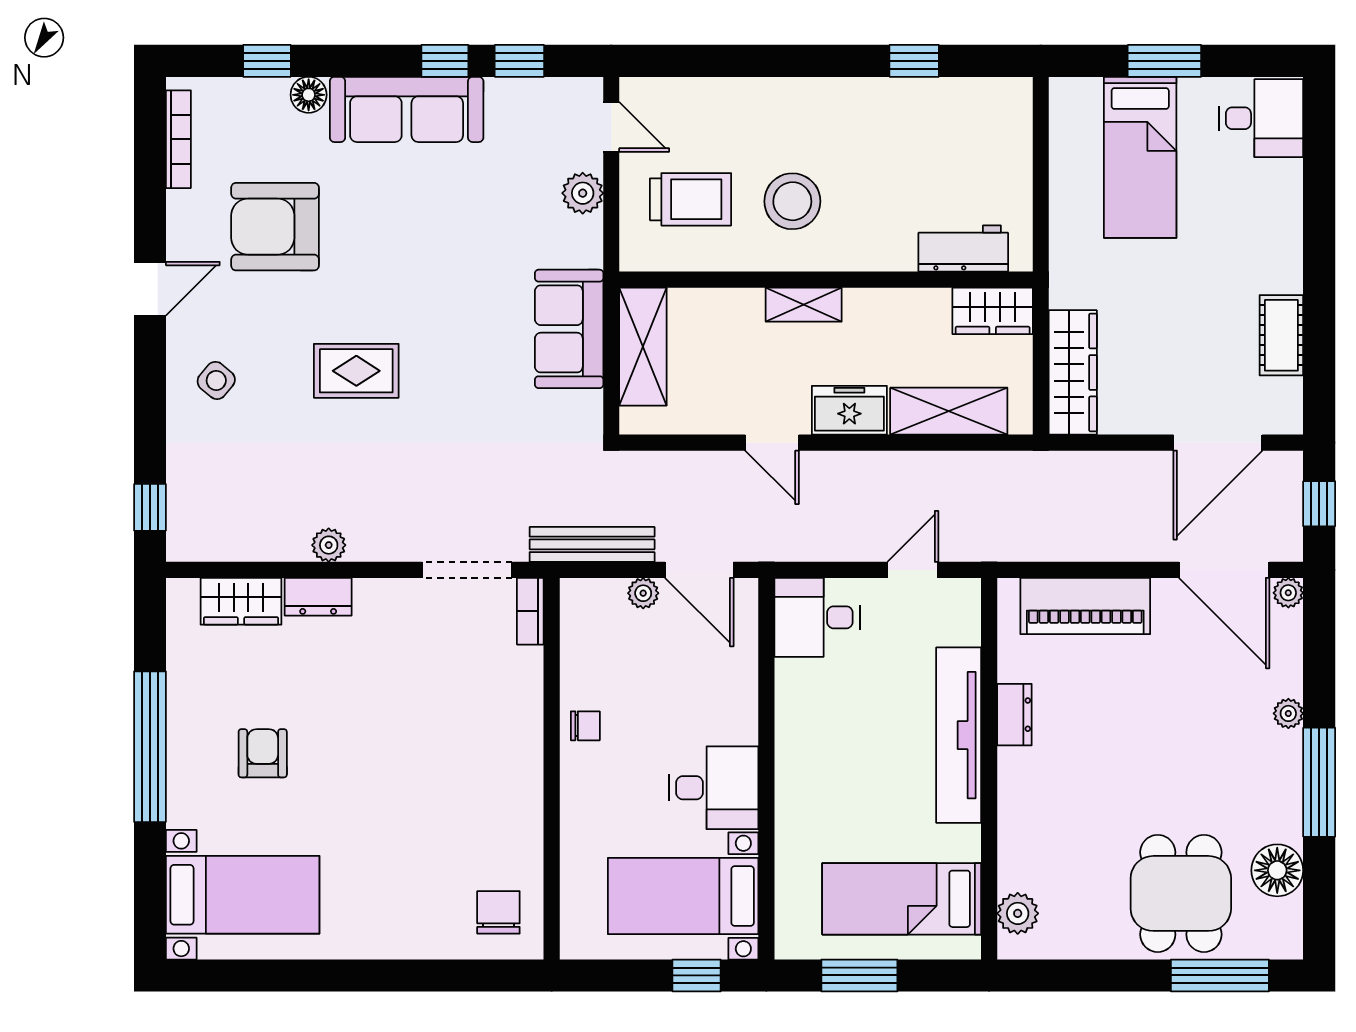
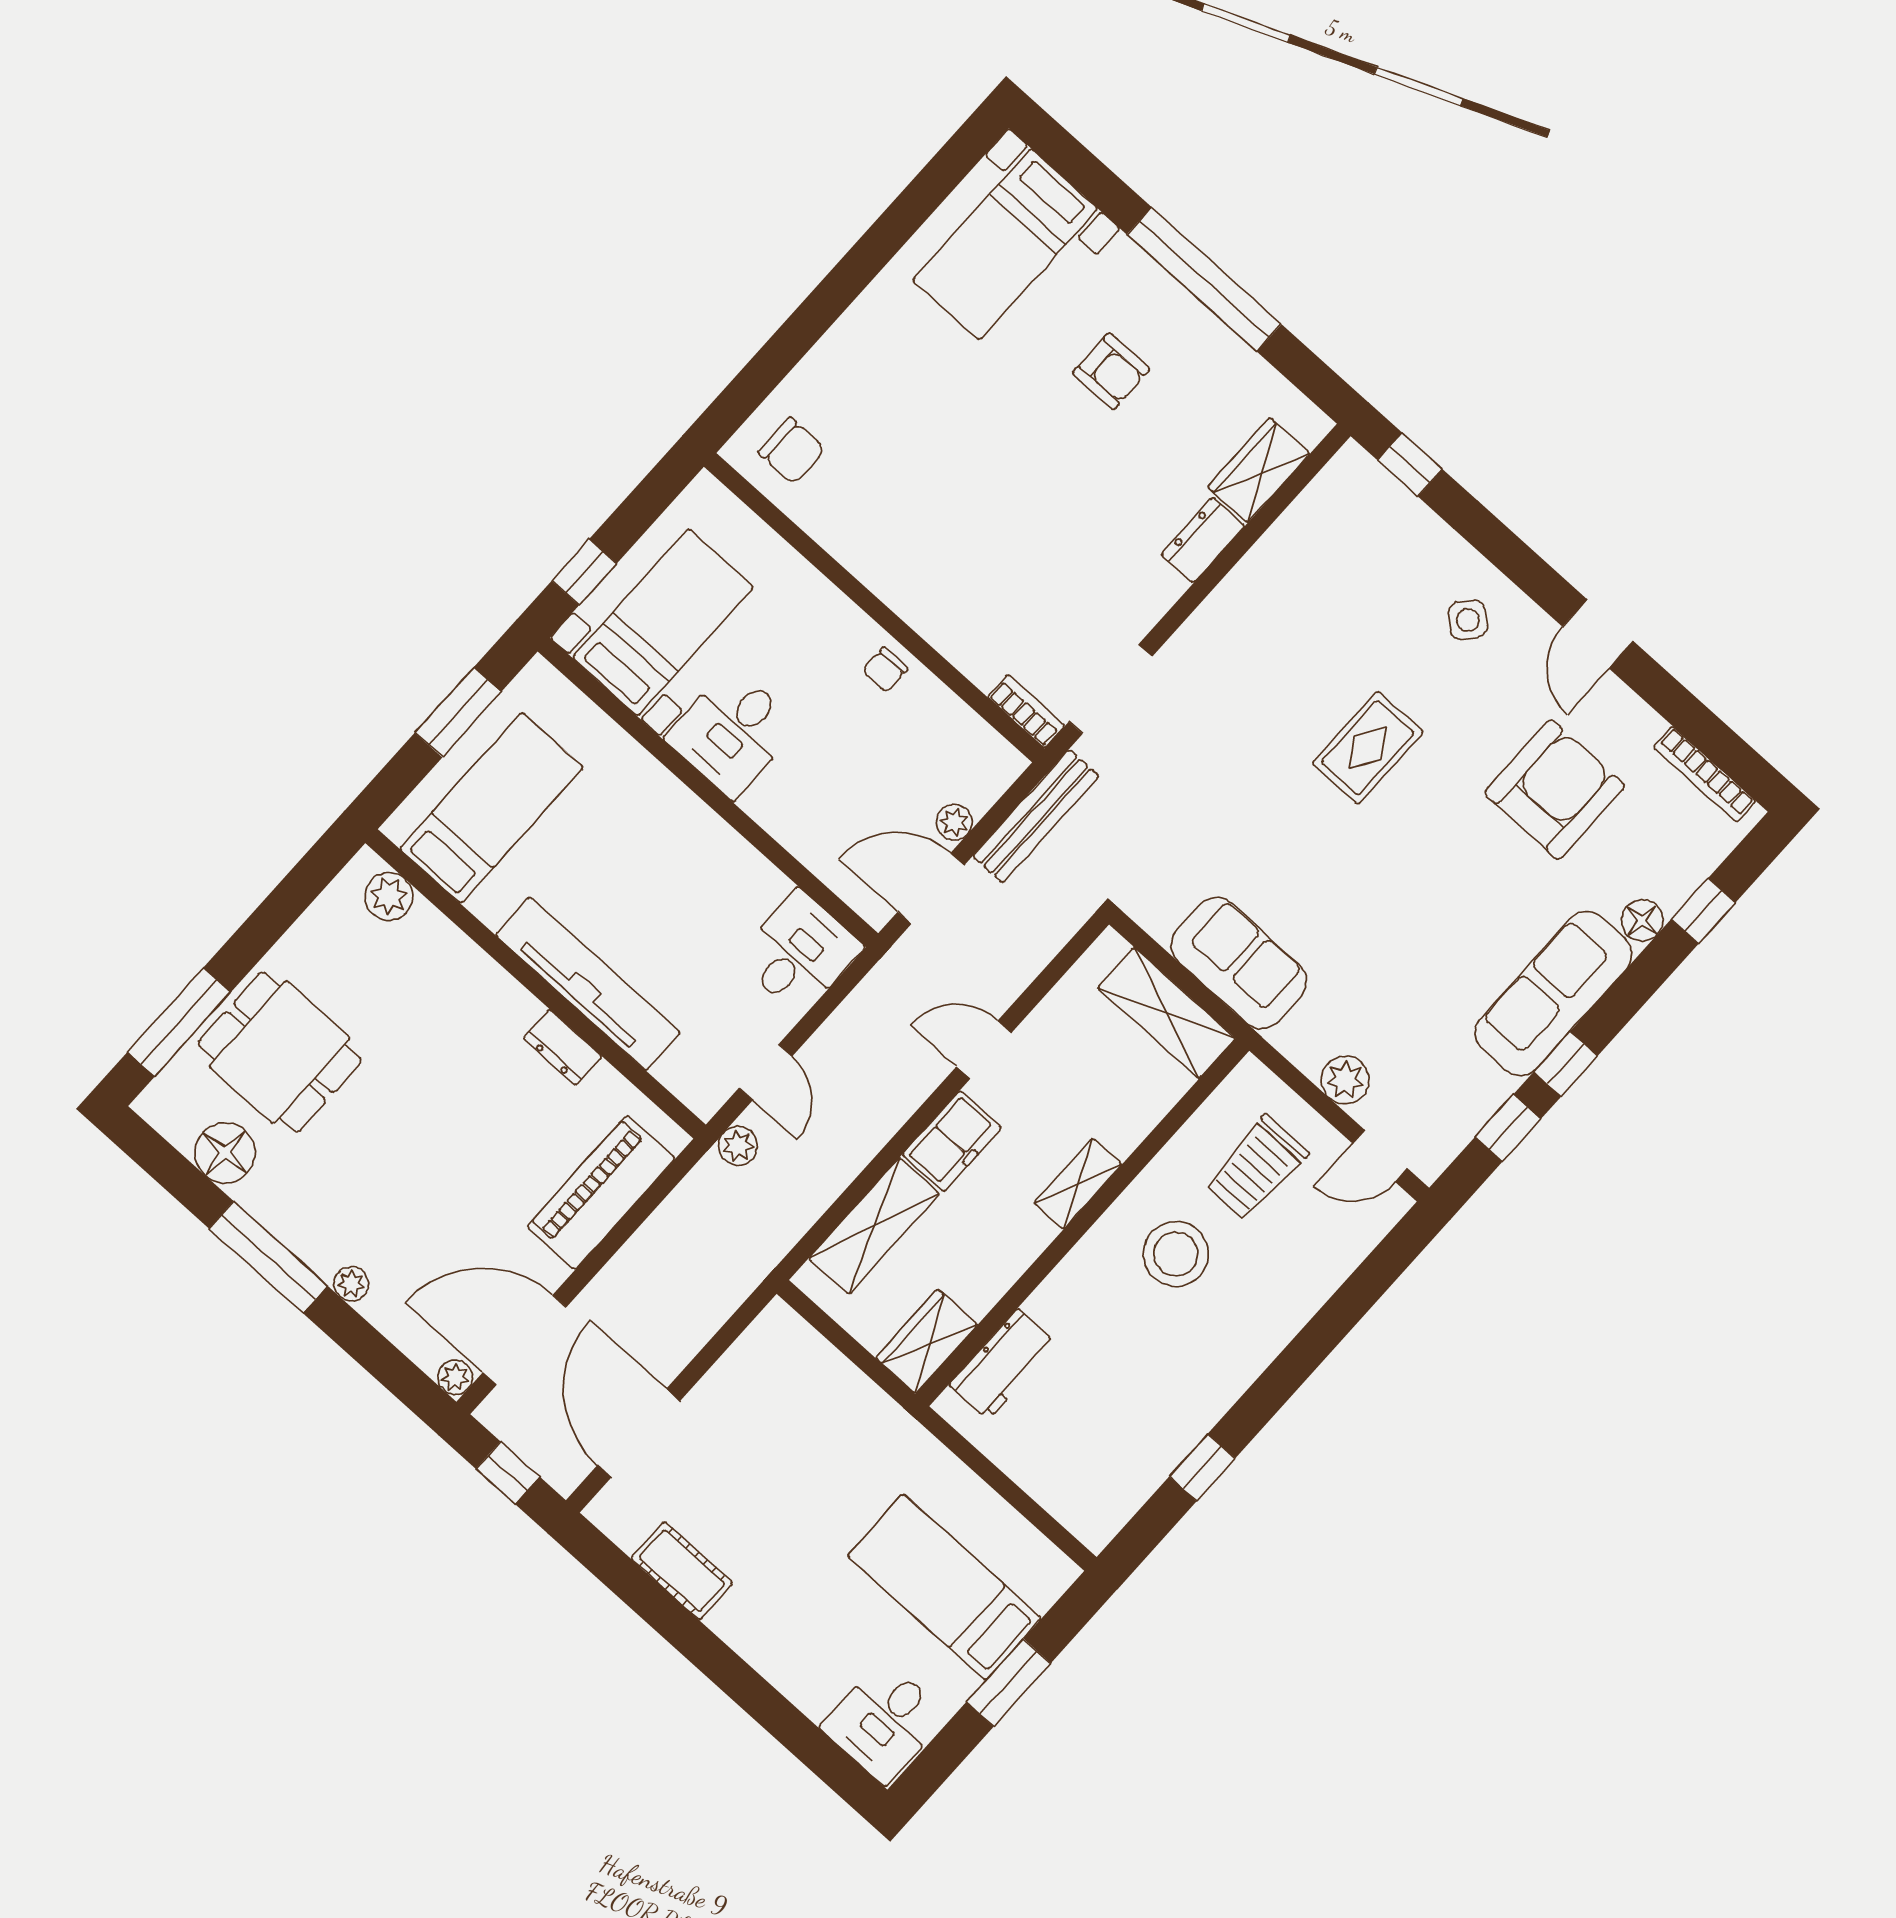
wardrobe: (1073, 372) -> (811, 1363), removed
plant: (329, 545) -> (738, 1146), moved

